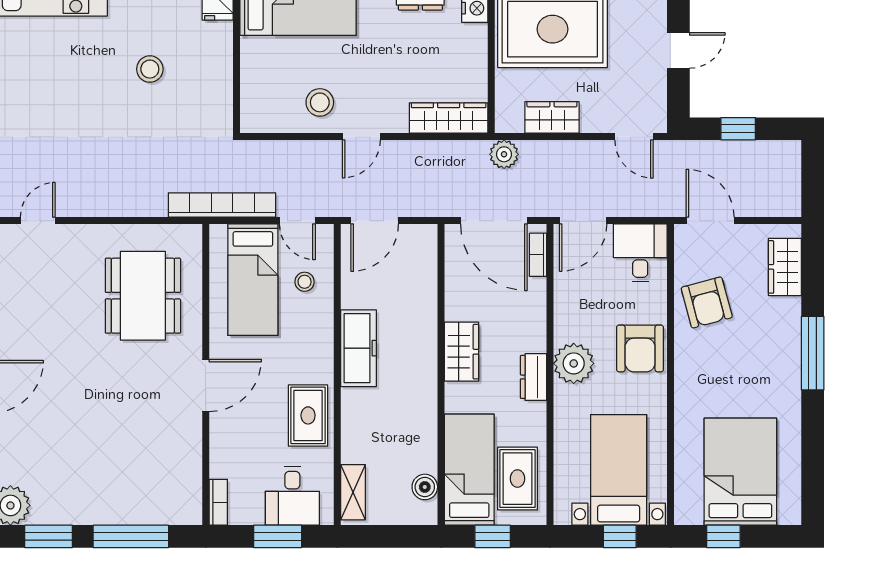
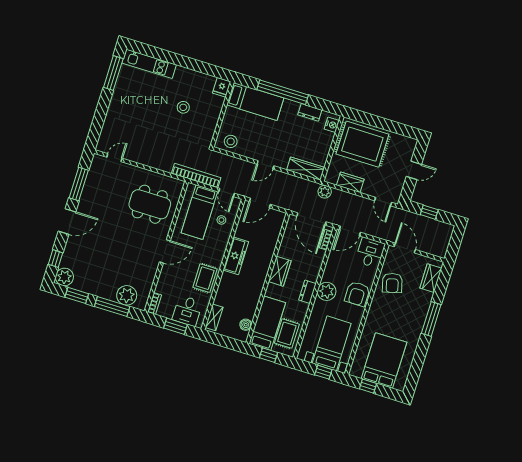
stool: (320, 102) -> (231, 141), moved
dining table: (143, 296) -> (150, 204), turned 90
plant: (154, 503) -> (127, 295), added

